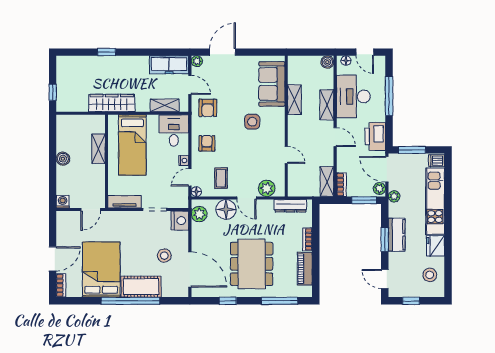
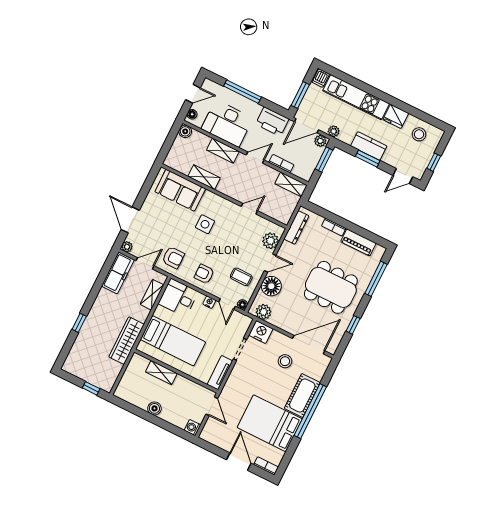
bookcase: (341, 185) -> (281, 164), moved

